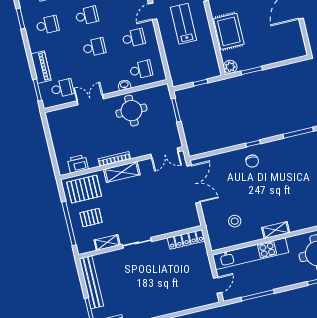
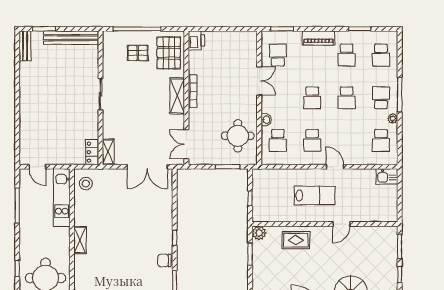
rug: (229, 31) -> (296, 240), width x0.73, depth x0.70
piano: (41, 67) -> (318, 38), moved
school desk: (62, 88) -> (278, 55), turned 180
round table: (131, 111) -> (238, 136), moved
chair: (252, 161) -> (164, 260), moved
printer: (78, 164) -> (196, 40), moved
pallet: (91, 218) -> (138, 53), turned 90
stool: (235, 221) -> (86, 184), moved
locker: (186, 239) -> (92, 152), width x0.66
shelving: (107, 242) -> (108, 152), moved
kitchen unit: (250, 254) -> (62, 198), width x0.73

